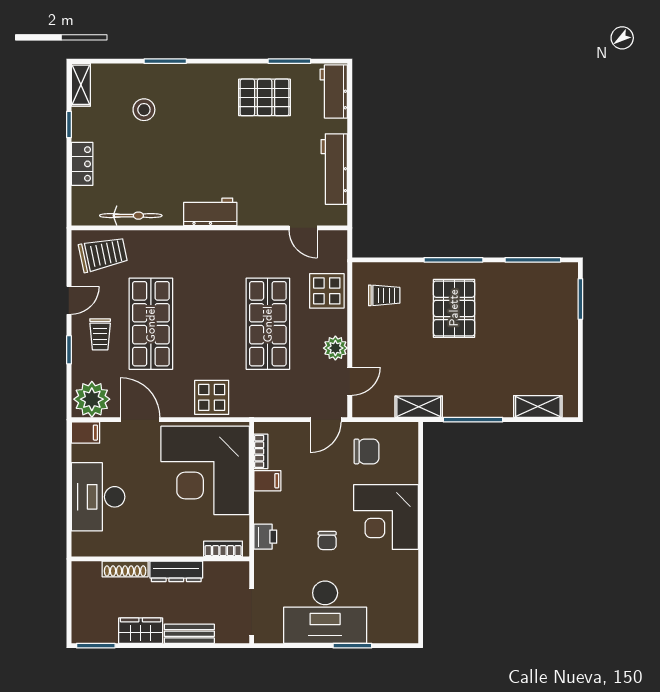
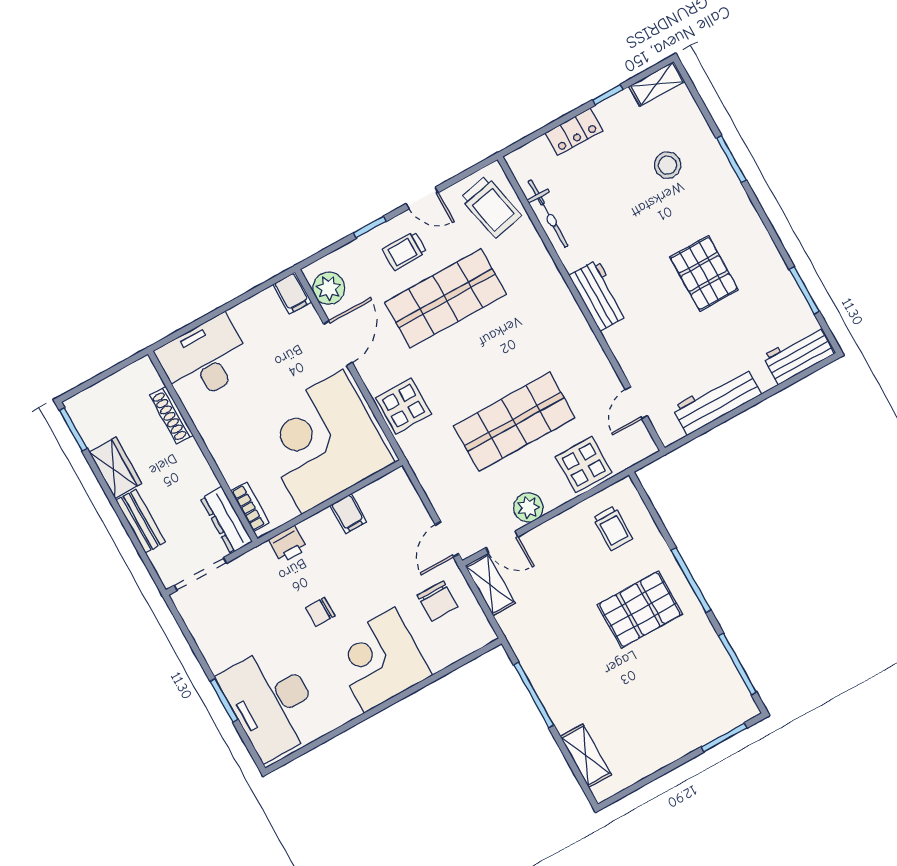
pallet: (265, 97) -> (704, 273), moved
plant: (92, 399) -> (329, 288), width x0.73, depth x0.73
shelving: (419, 407) -> (490, 585), moved
door: (326, 420) -> (447, 539), hinge flipped
bookcase: (261, 451) -> (375, 489), removed
desk: (98, 497) -> (205, 359), moved
dresser: (176, 571) -> (226, 520), moved
desk: (325, 612) -> (271, 702), moved

